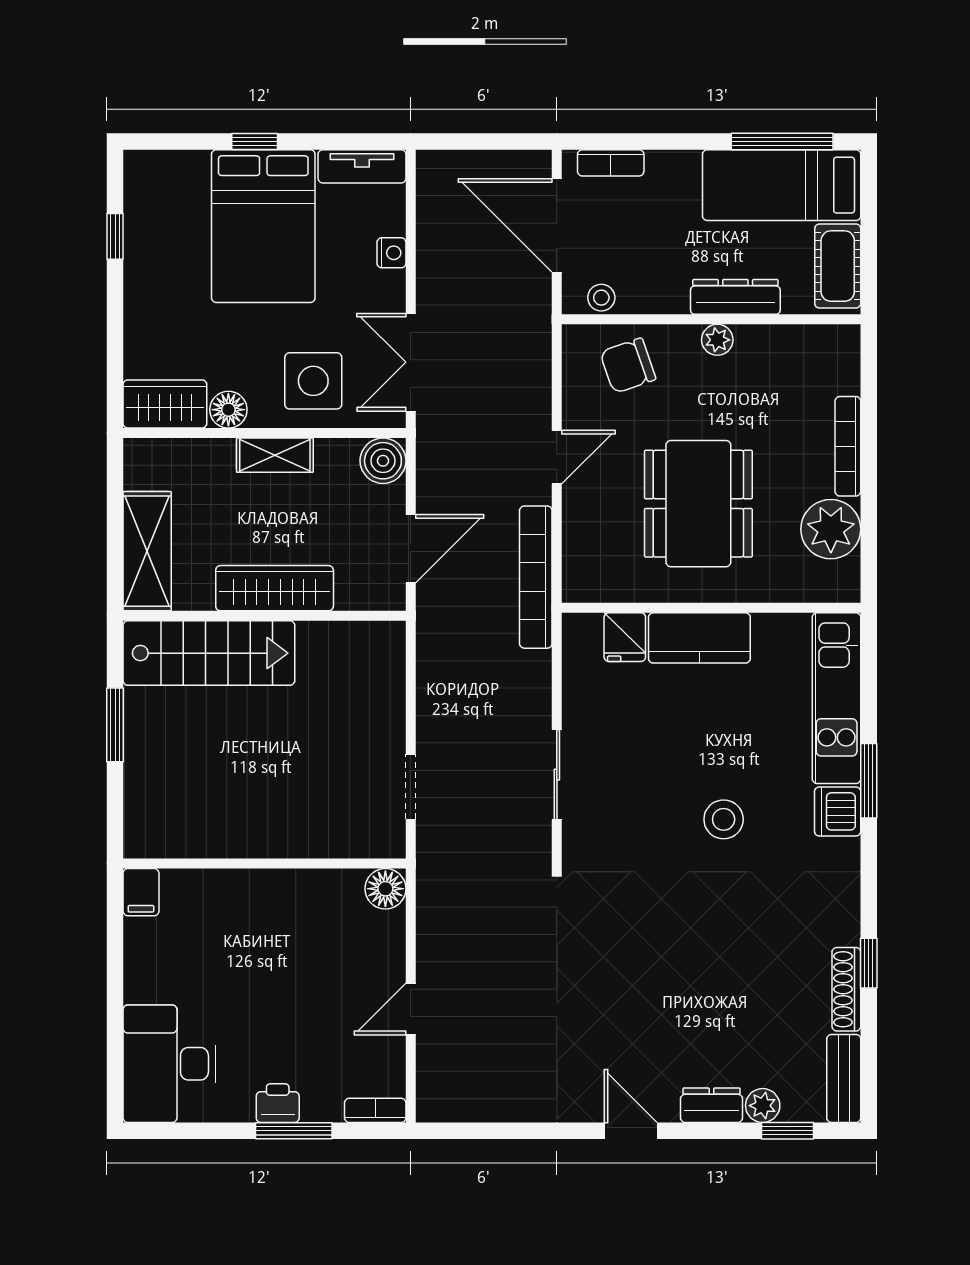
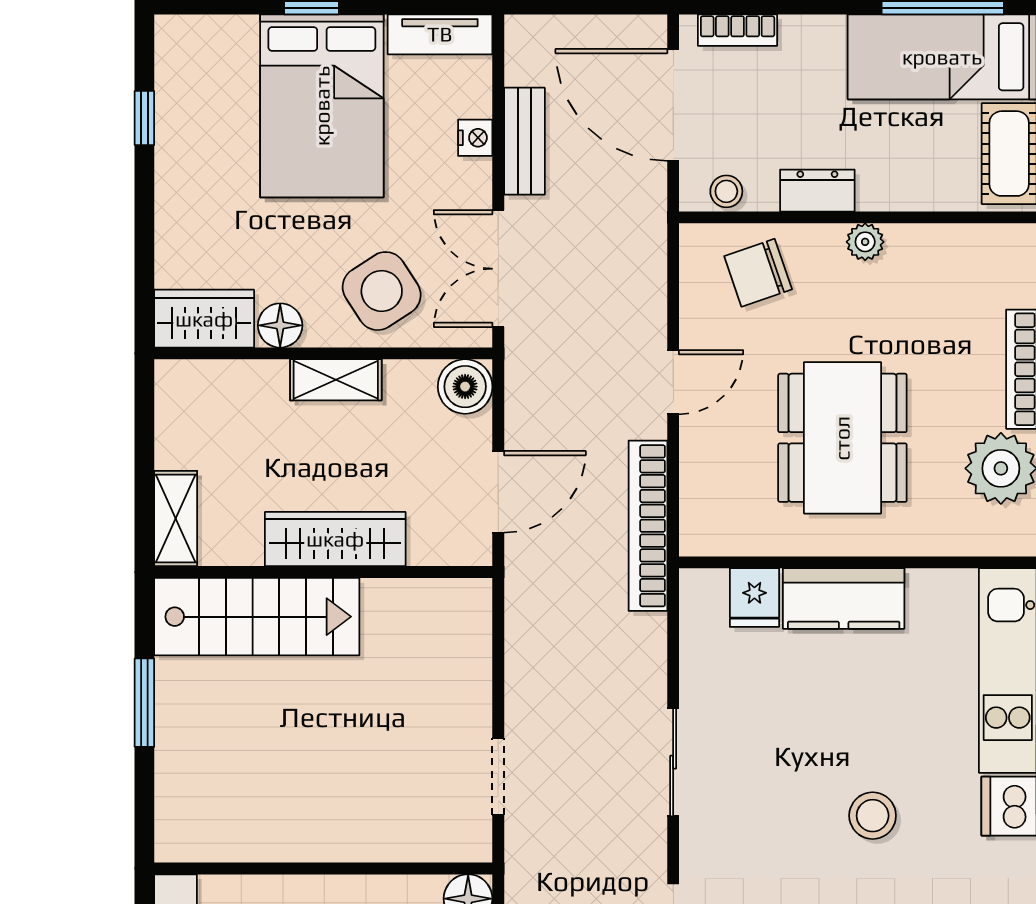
bench: (433, 256) -> (524, 141), added
dresser: (735, 297) -> (817, 191), moved, width x0.70
side table: (313, 381) -> (382, 291), turned -33
shelving: (147, 551) -> (176, 519), width x0.67, depth x0.75

